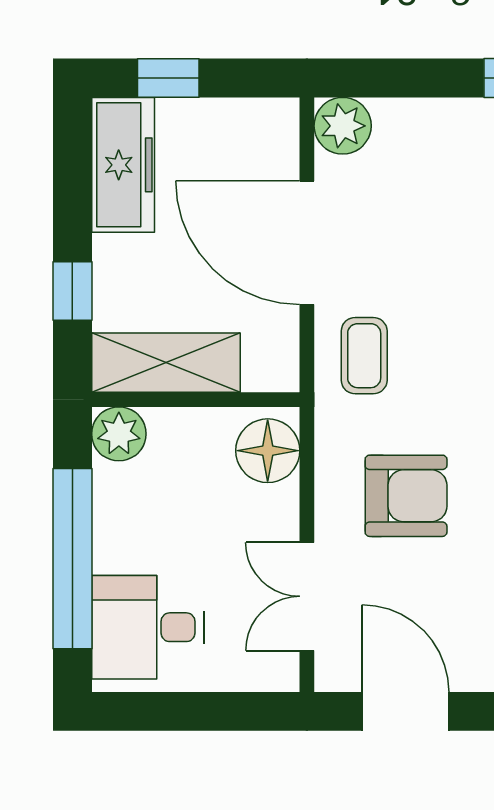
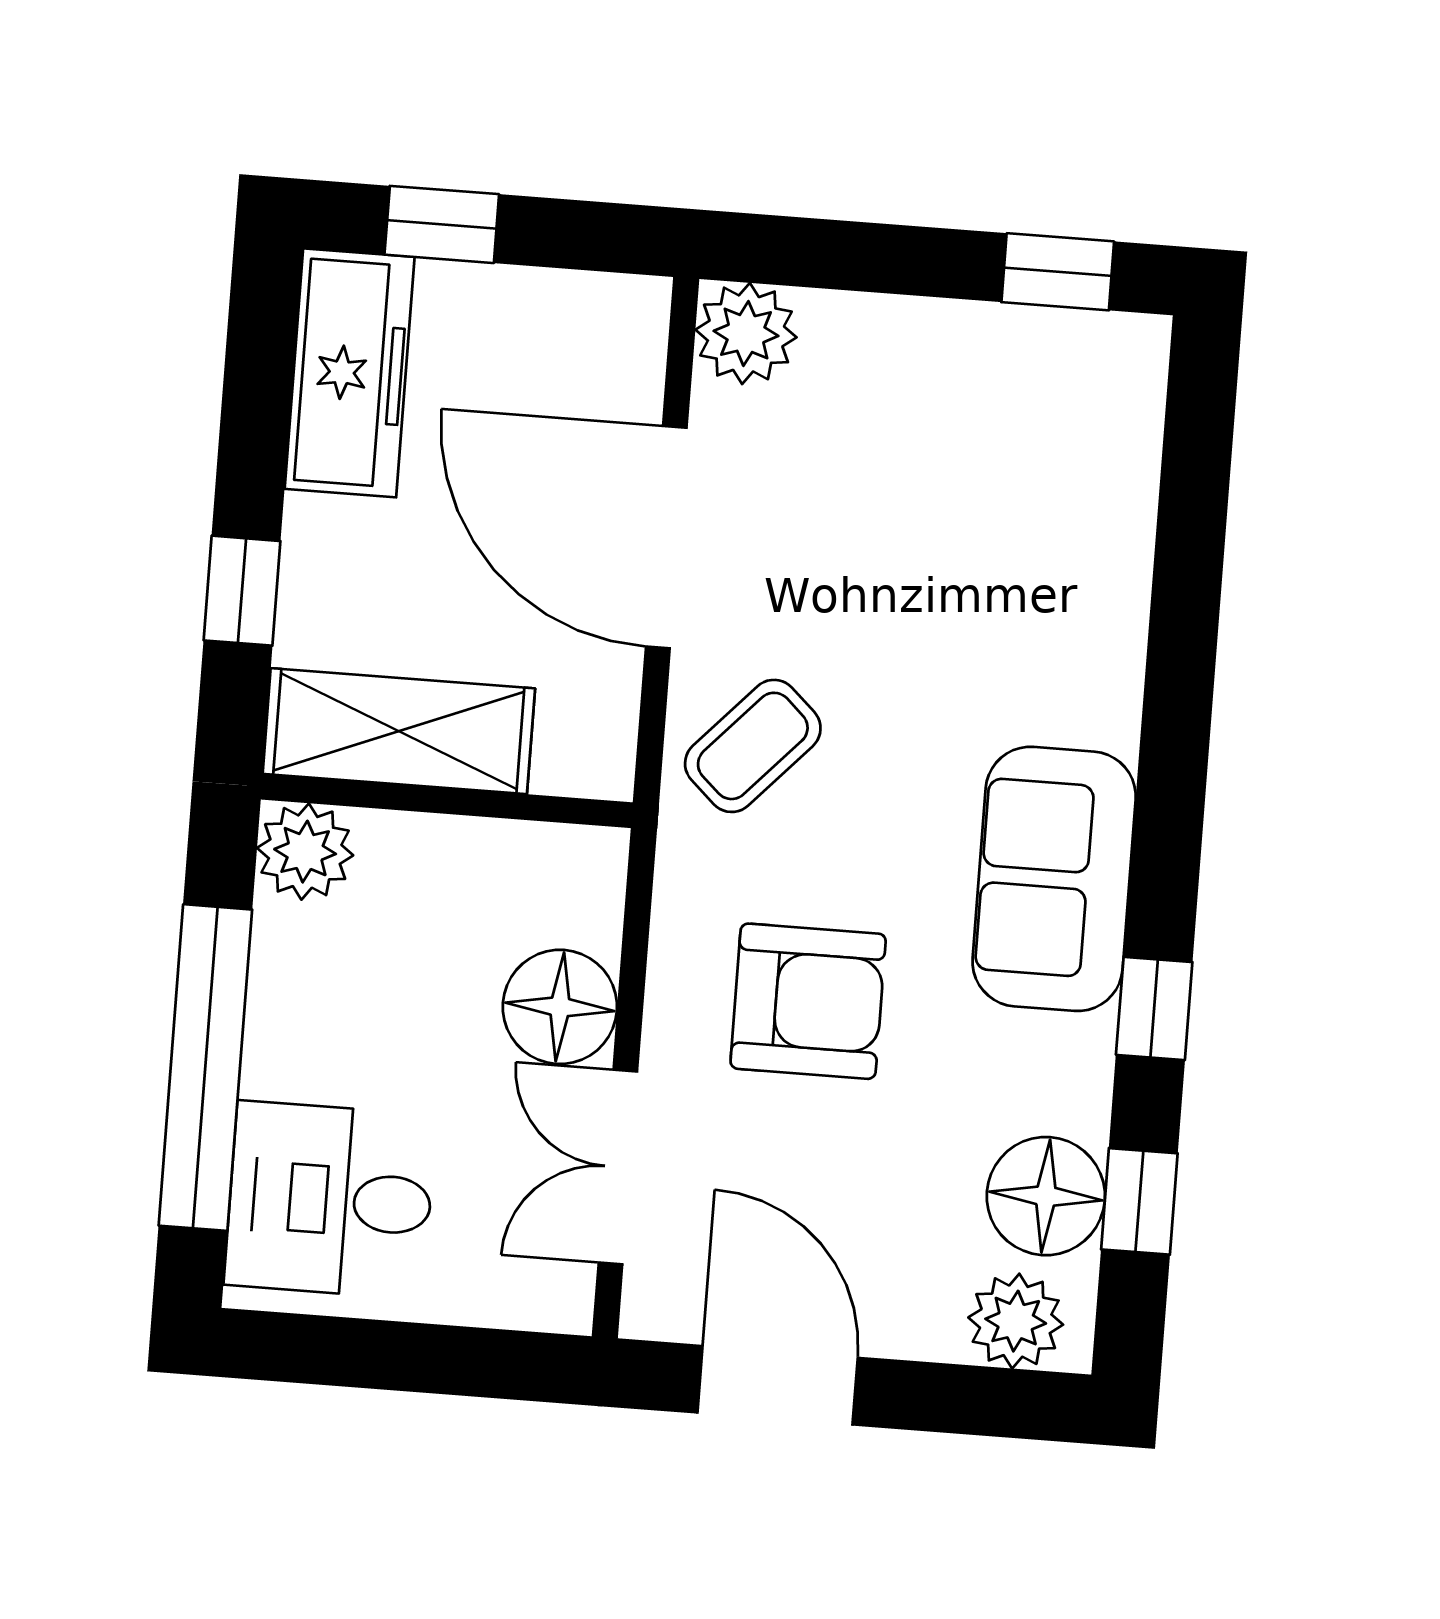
coffee table: (364, 356) -> (753, 746), turned 43
floor lamp: (268, 451) -> (560, 1007), moved

